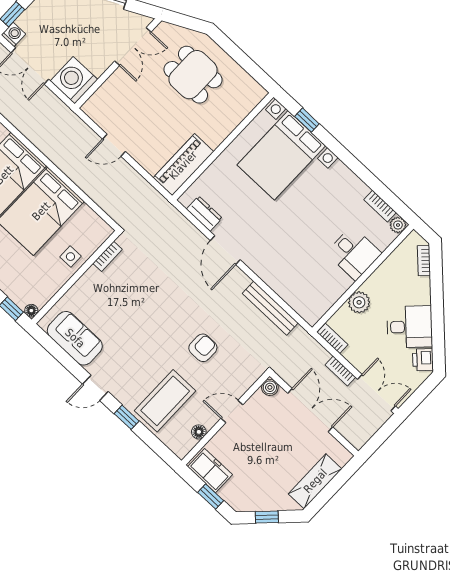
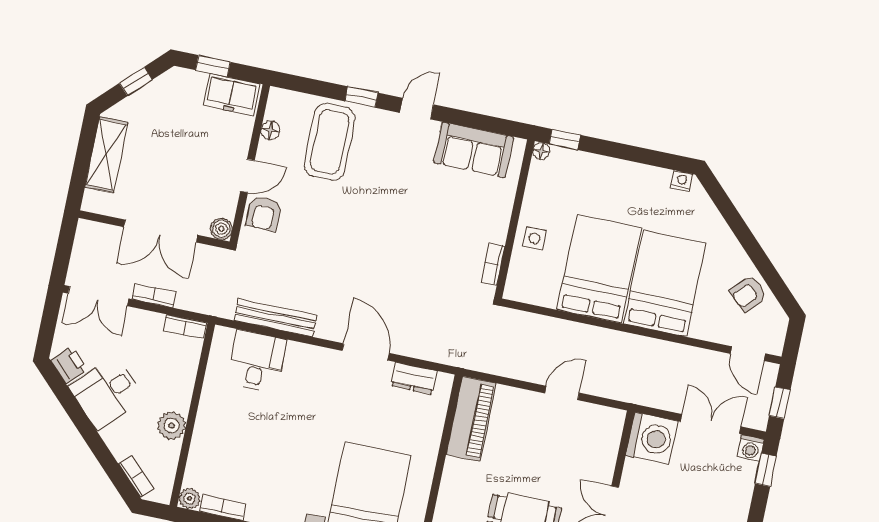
desk: (354, 253) -> (257, 361), moved, turned 90
plant: (359, 302) -> (171, 426), moved
armchair: (203, 348) -> (264, 213), moved

